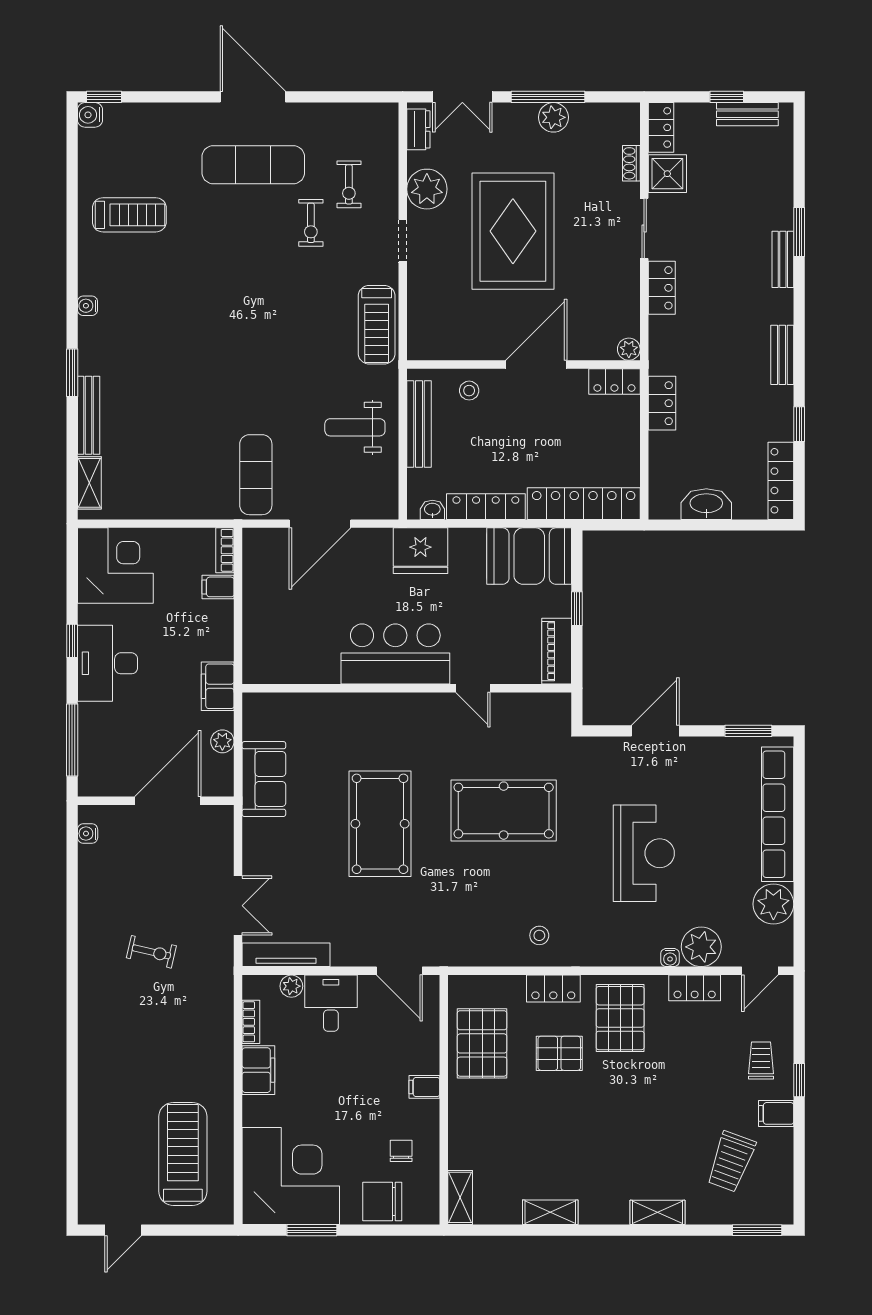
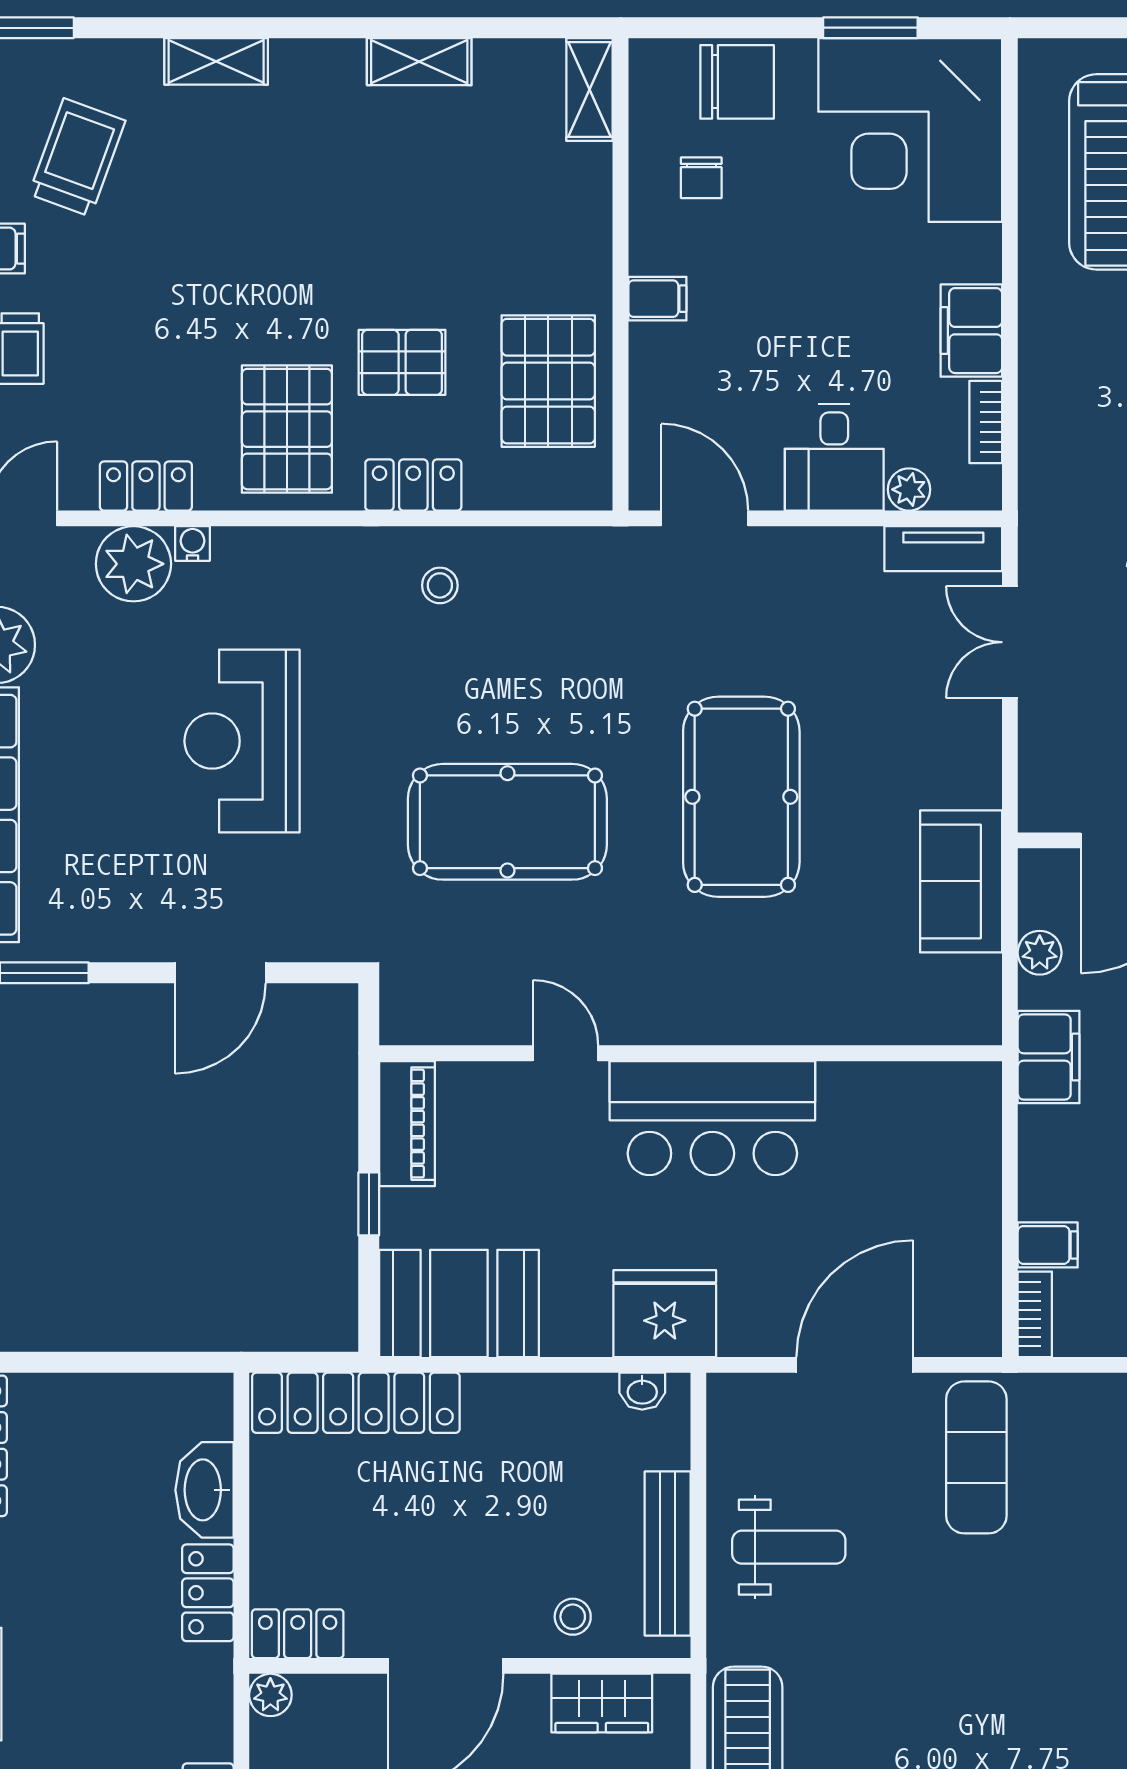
wardrobe: (454, 345) -> (602, 1703), added
washbasin: (706, 504) -> (205, 1490), moved, turned 90
locker: (486, 507) -> (541, 1397), removed
tv unit: (286, 955) -> (943, 549), width x0.71

